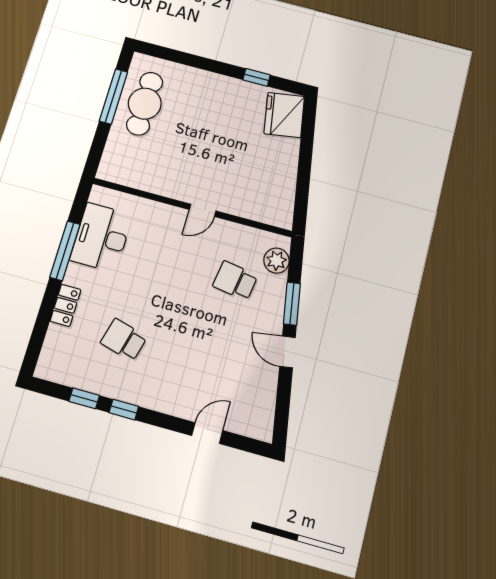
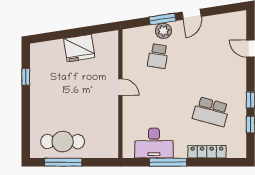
fridge: (284, 115) -> (79, 48), moved
plant: (276, 261) -> (164, 31), moved
locker: (66, 305) -> (207, 152), width x1.53
school desk: (124, 340) -> (211, 112), width x1.85

